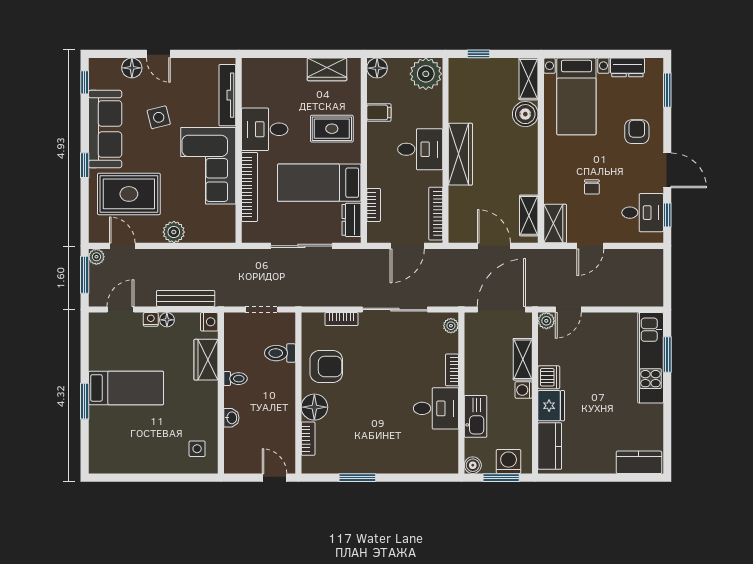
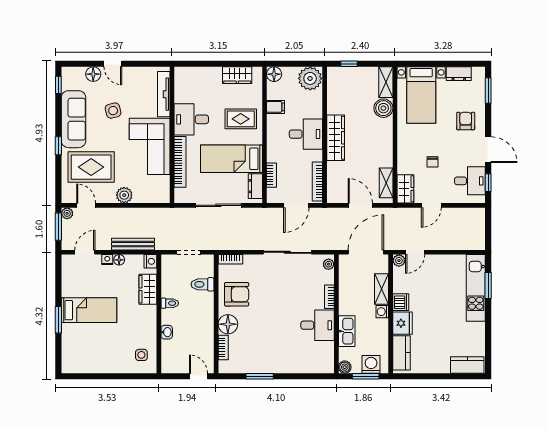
bookcase: (341, 319) -> (230, 259), moved

